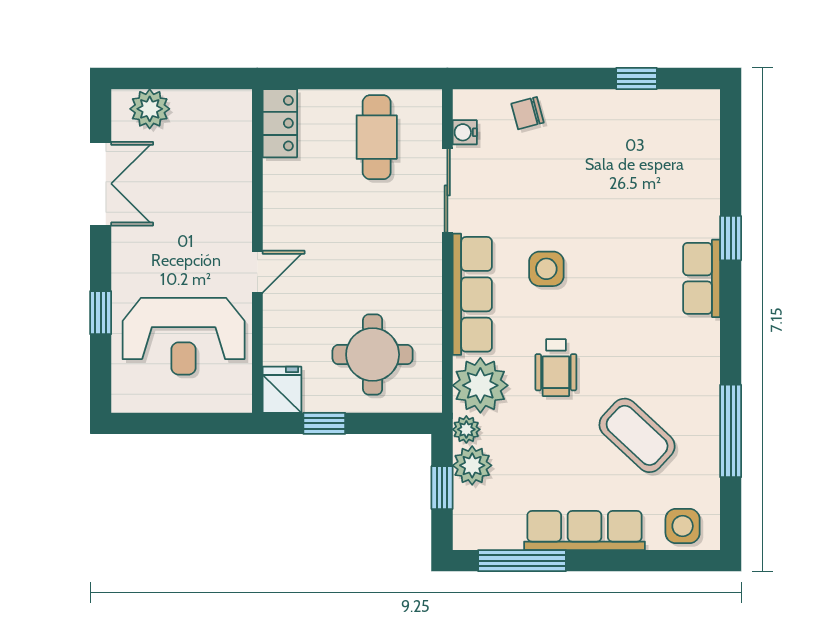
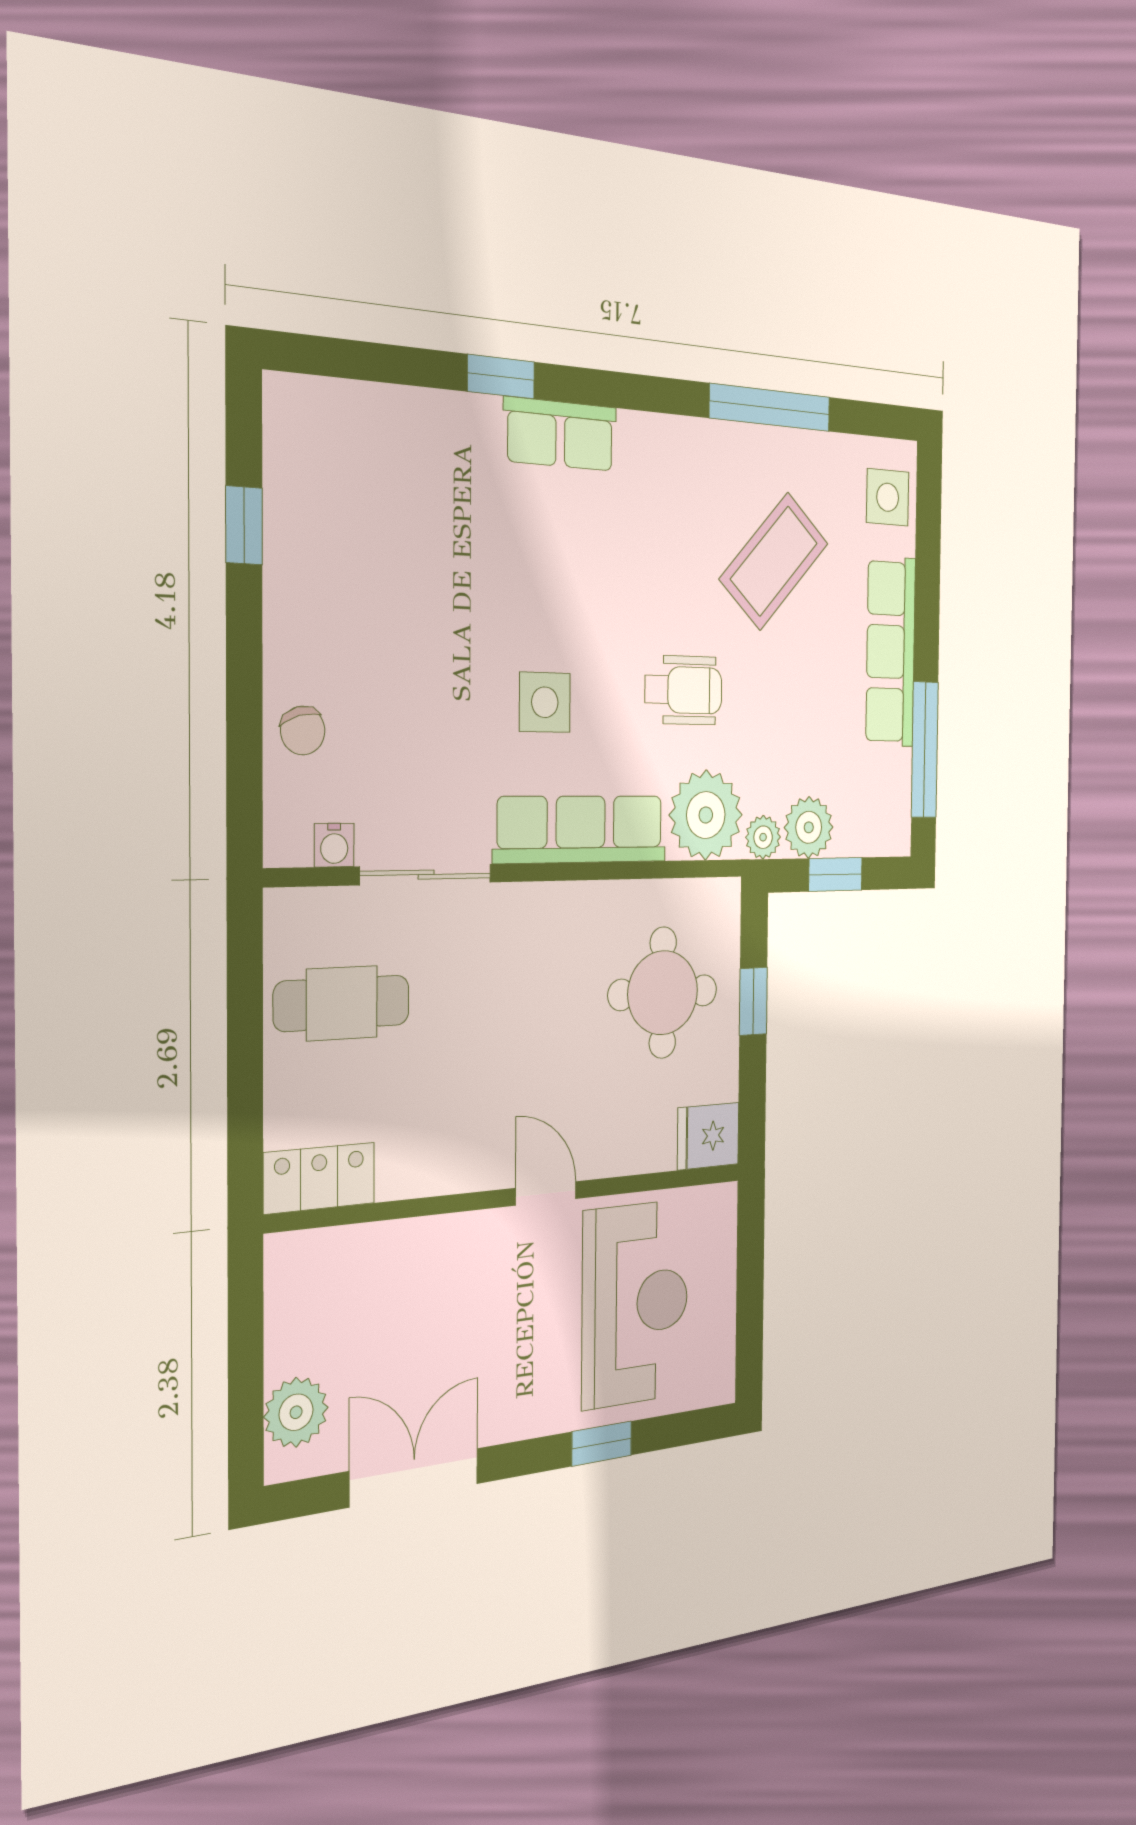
window: (324, 423) -> (753, 1001), moved

